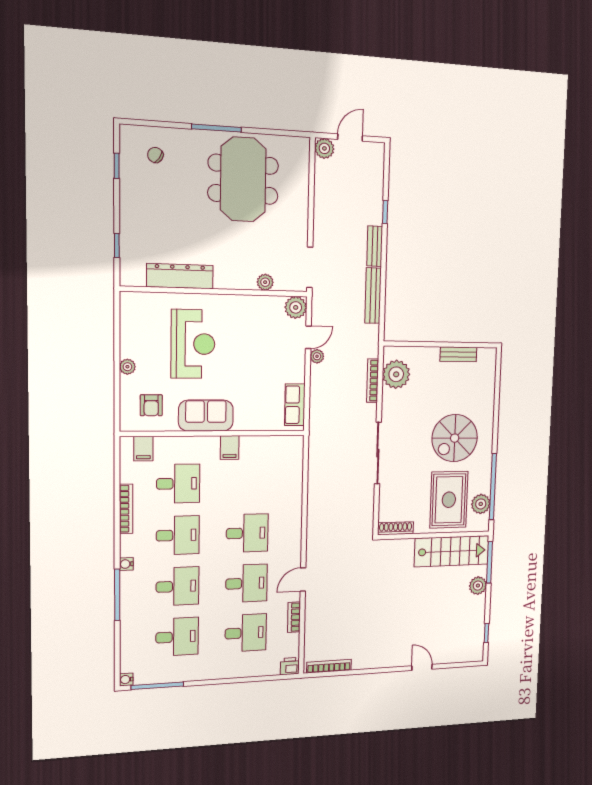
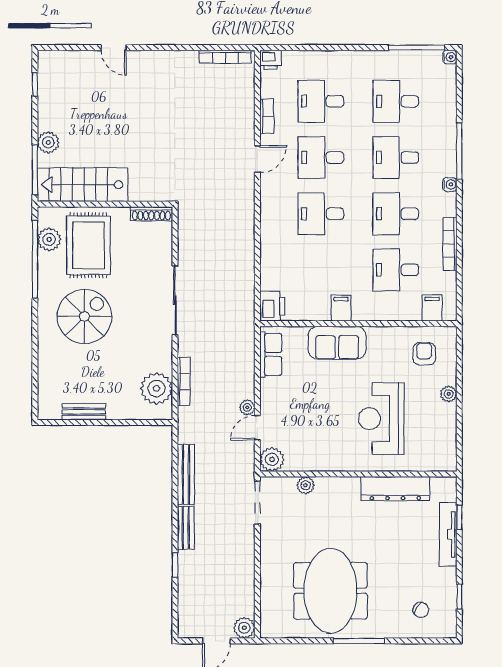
tv unit: (128, 229) -> (448, 534), added
sofa: (206, 416) -> (337, 343), moved
printer: (293, 449) -> (272, 306), added

